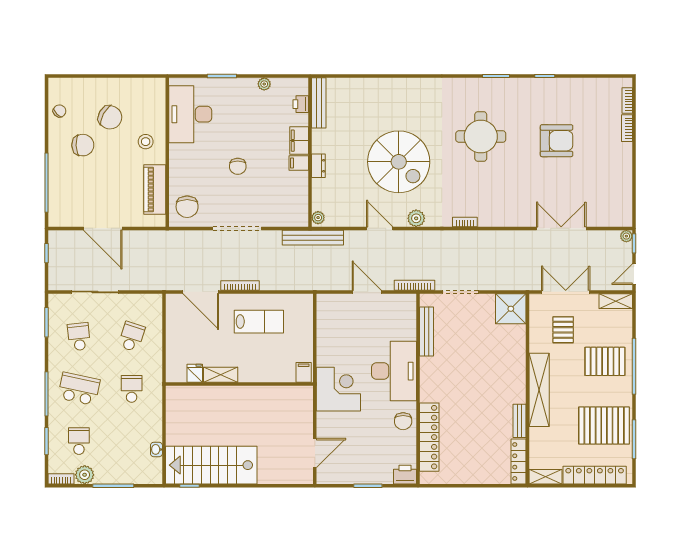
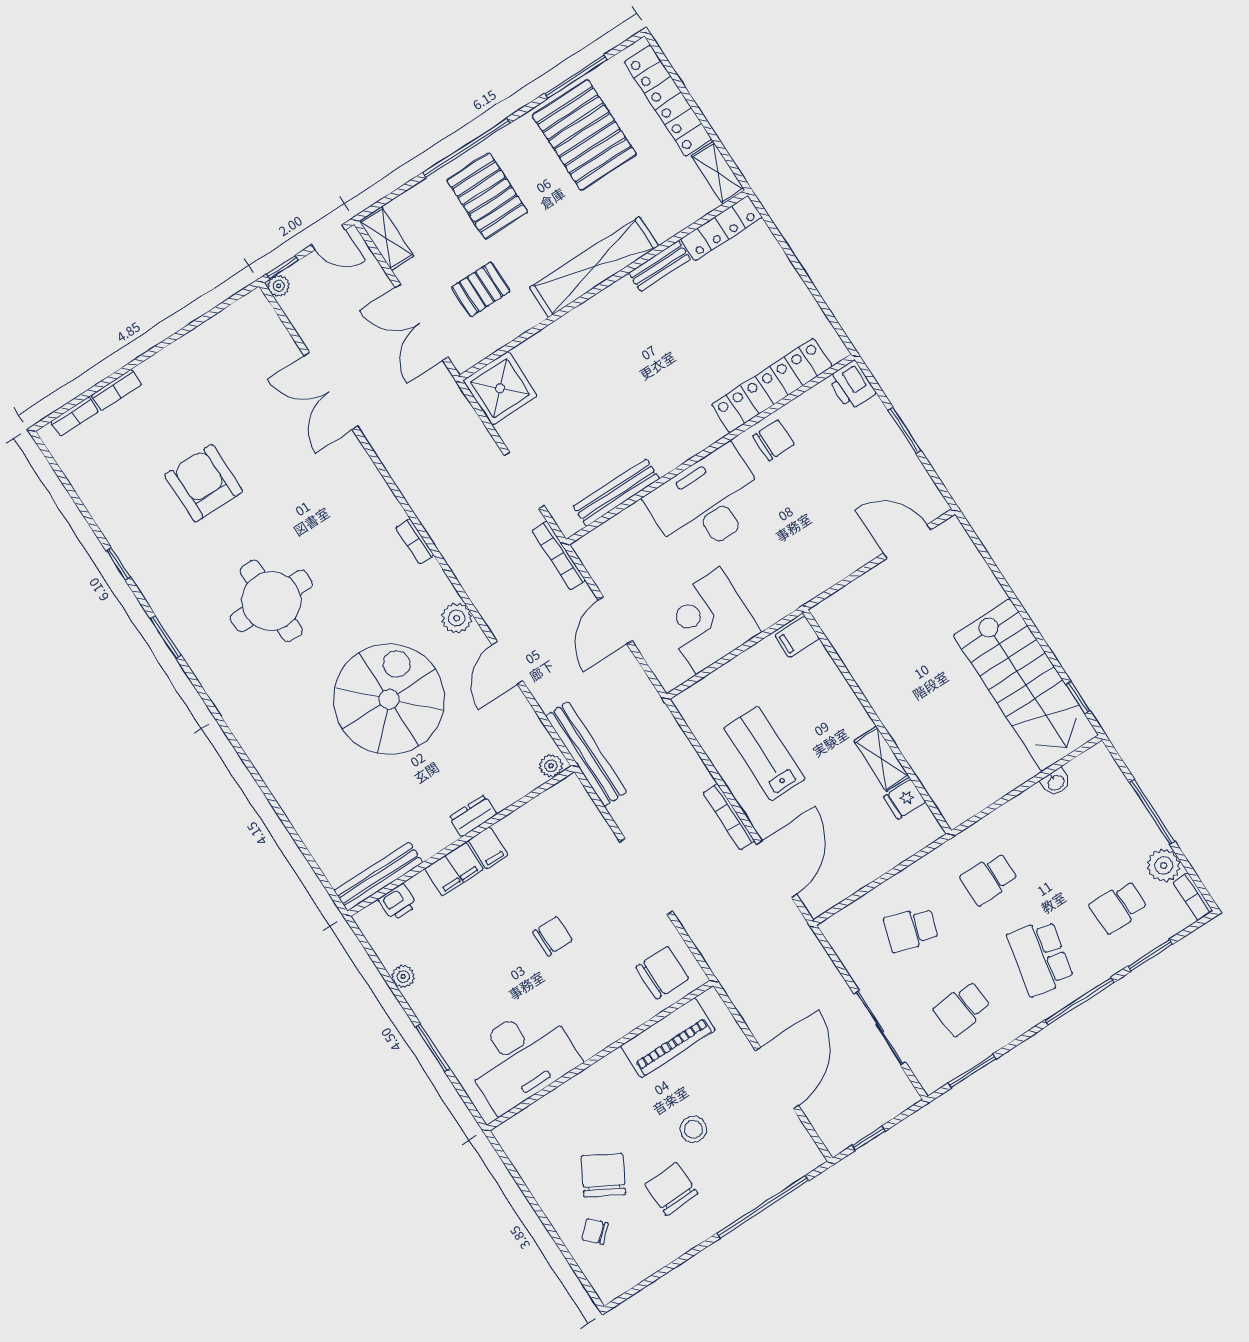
chair: (60, 111) -> (595, 1231), moved
stool: (146, 142) -> (693, 1129), moved
corner desk: (338, 389) -> (708, 621), moved

